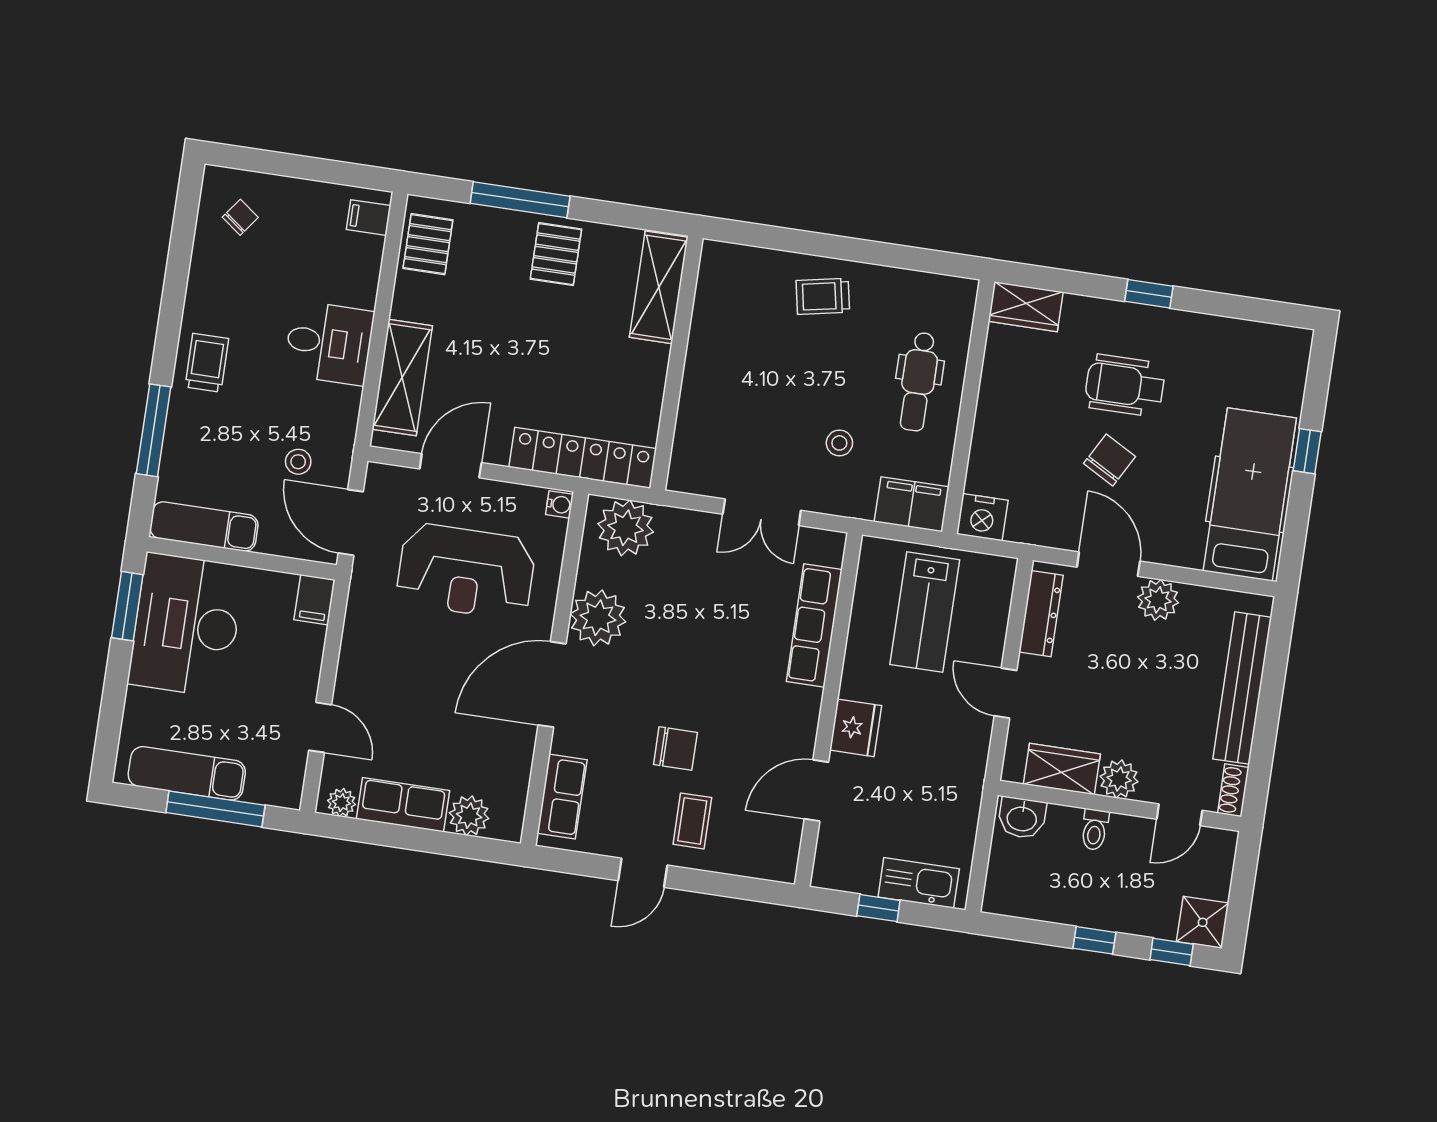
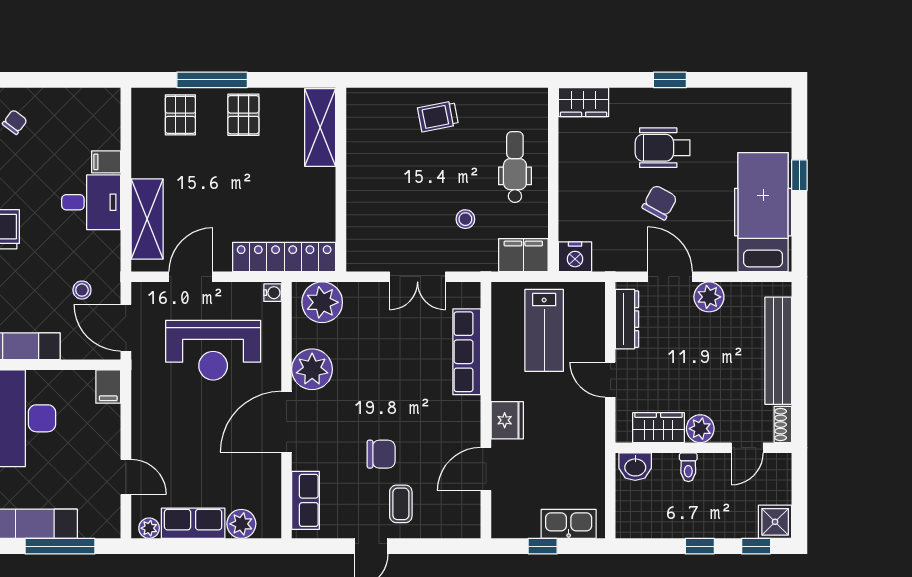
filing cabinet: (369, 218) -> (106, 162), moved
pallet: (428, 244) -> (180, 115), moved
dental chair: (918, 382) -> (515, 167), turned 180

